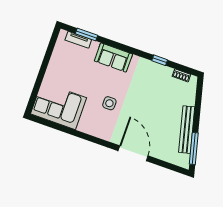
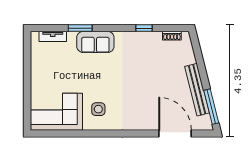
window: (86, 34) -> (80, 28), moved
side table: (109, 103) -> (98, 109), moved
door: (133, 153) -> (175, 133), moved

